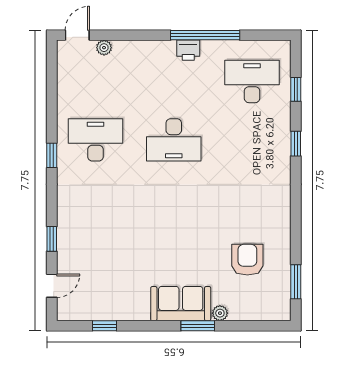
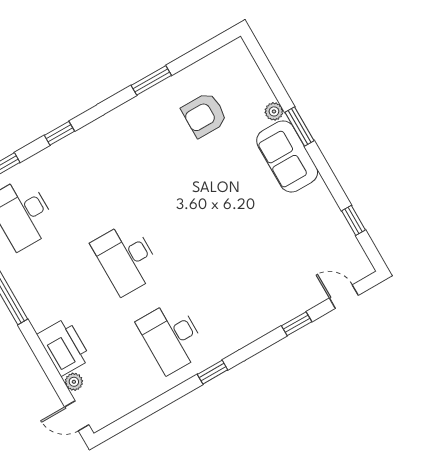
printer: (188, 50) -> (64, 347), moved, width x1.87, depth x1.48
desk: (174, 140) -> (126, 258), turned 180
window: (296, 282) -> (151, 80), moved

